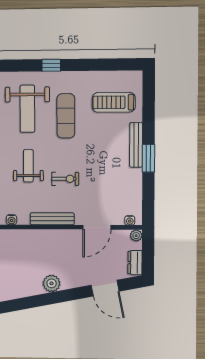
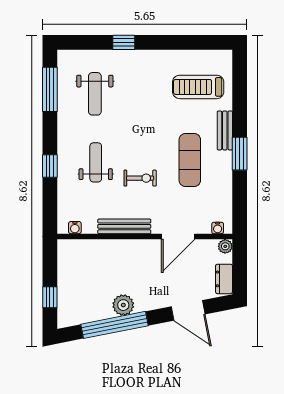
weight bench: (27, 109) -> (95, 94), width x0.73, depth x0.75
exercise mat: (66, 116) -> (190, 160), moved
bench: (136, 145) -> (225, 130), width x0.73
window: (44, 300) -> (115, 325), added

